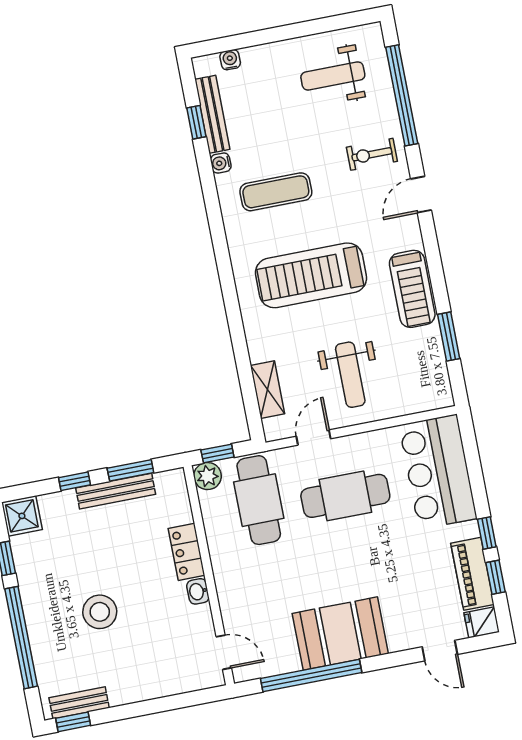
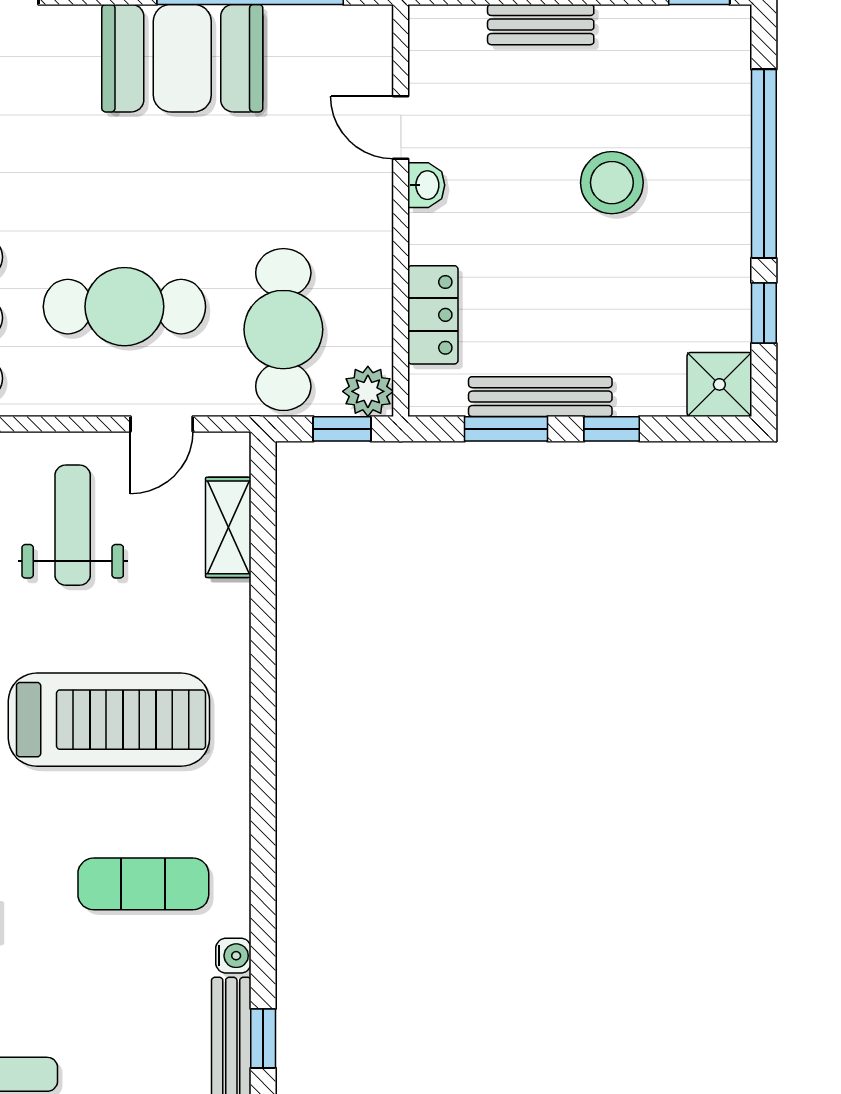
locker: (187, 552) -> (433, 315), moved
door: (224, 652) -> (401, 128), moved
bench: (79, 703) -> (541, 25), moved

